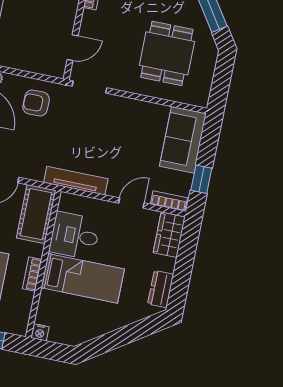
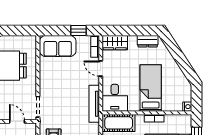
desk: (75, 236) -> (115, 98), moved

